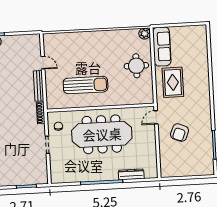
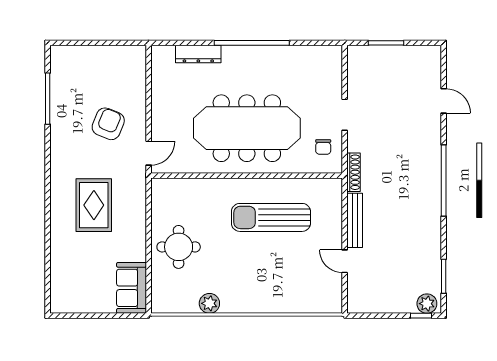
plant: (145, 34) -> (209, 303), moved
sofa: (162, 47) -> (132, 288), width x0.73
rug: (173, 82) -> (94, 205), moved

